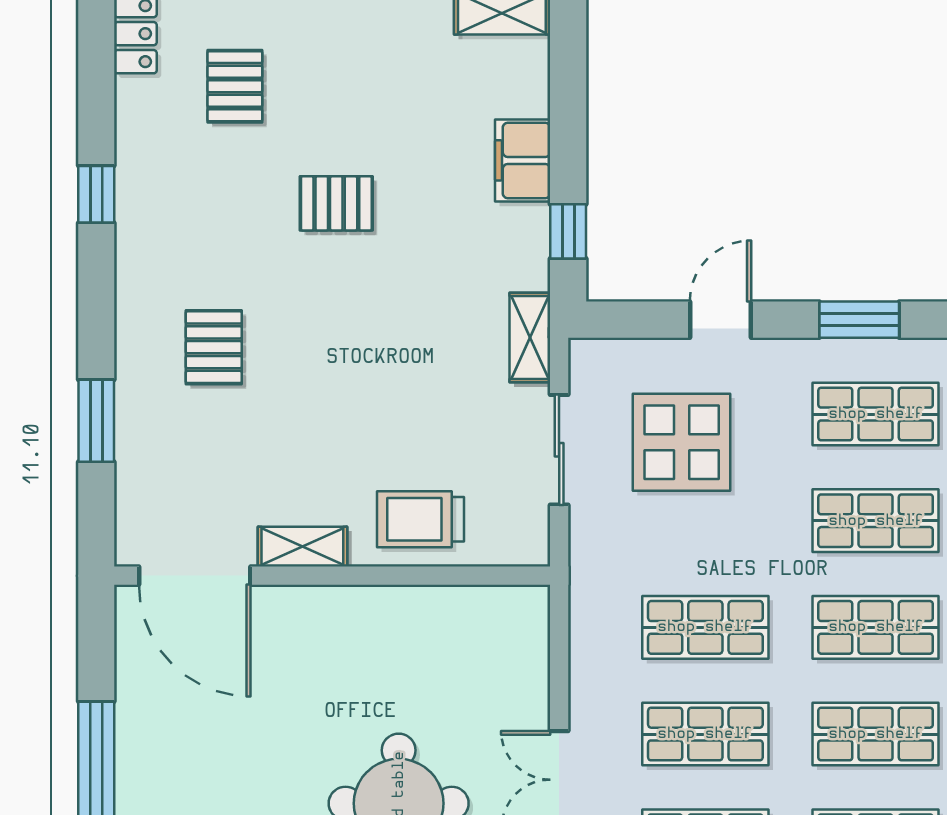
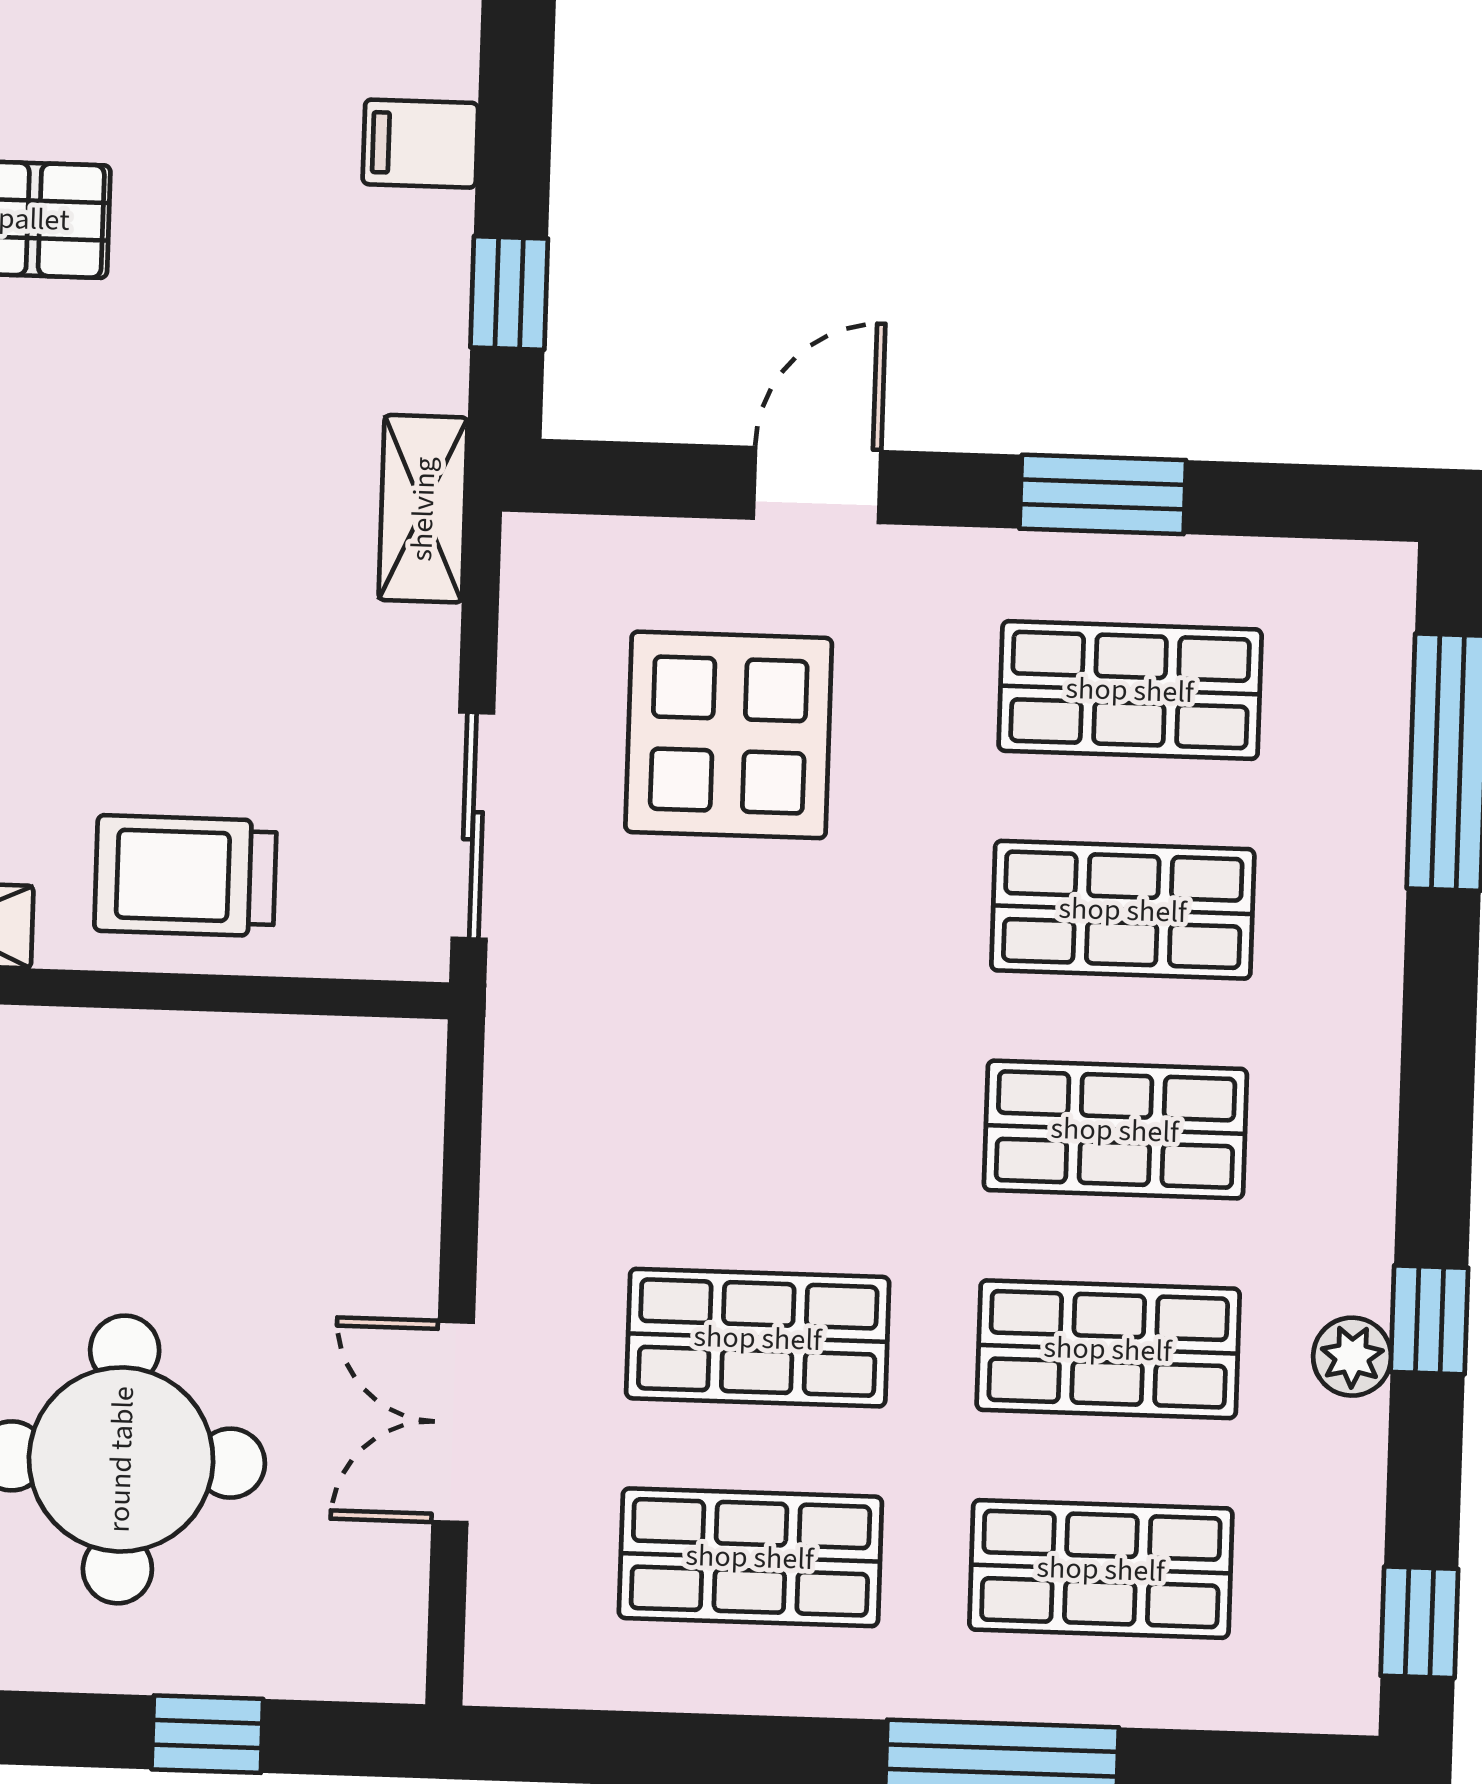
filing cabinet: (523, 160) -> (420, 144), width x0.50
sliding door: (559, 450) -> (473, 826), moved
shop shelf: (705, 627) -> (765, 1118), removed

